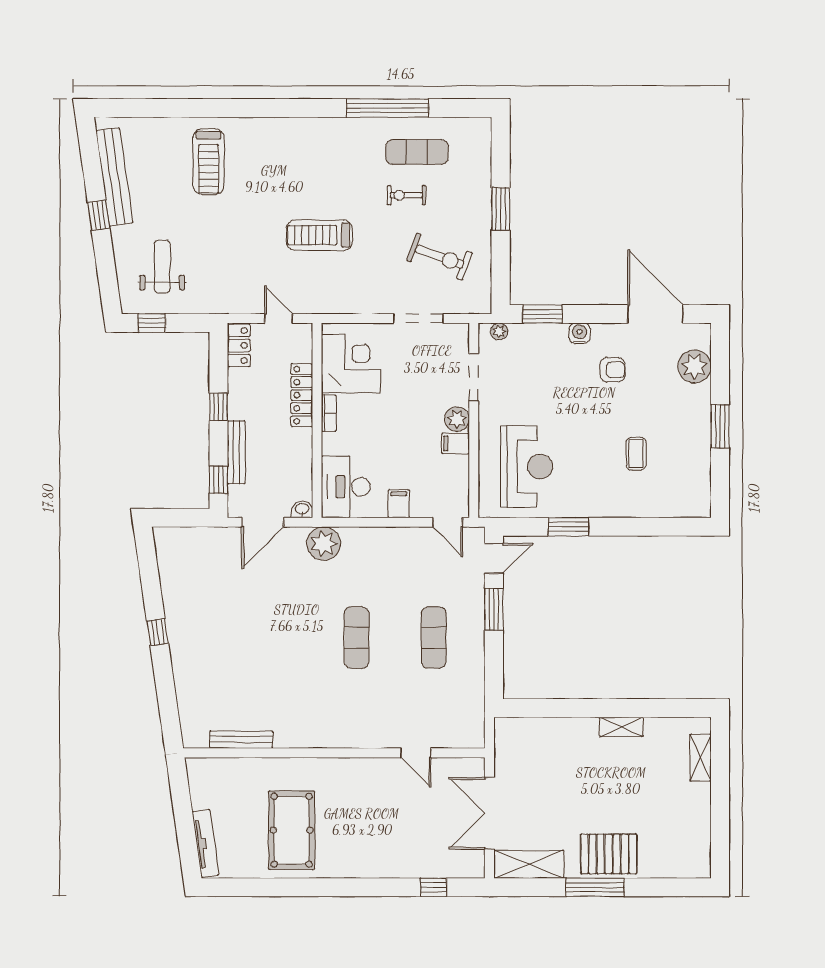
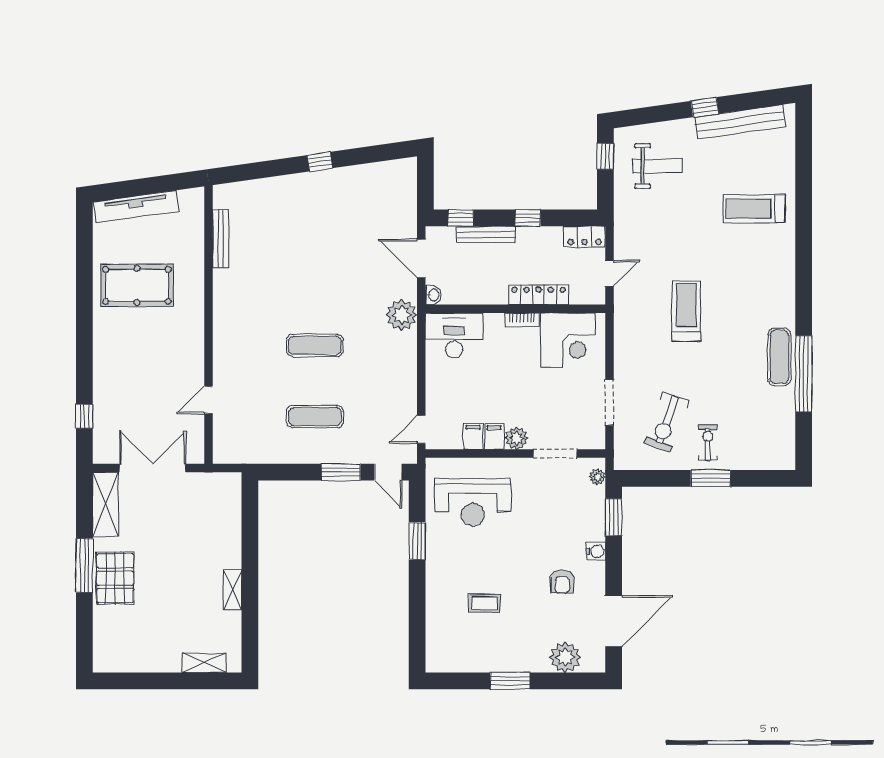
exercise mat: (417, 152) -> (779, 357), moved
exercise bike: (406, 195) -> (708, 443), moved
filing cabinet: (399, 504) -> (473, 436), moved, turned -90
tv unit: (206, 843) -> (136, 207), width x1.36, depth x1.29

